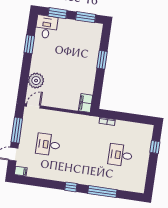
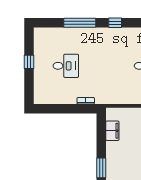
filing cabinet: (86, 103) -> (112, 131), moved
window: (155, 147) -> (29, 62), moved

